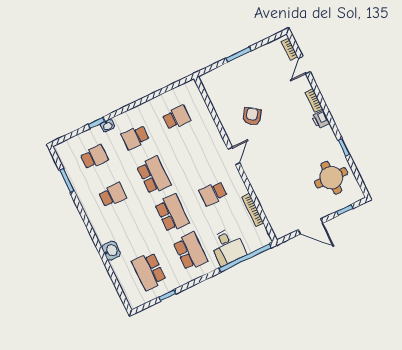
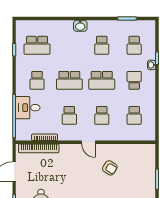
school desk: (195, 155) -> (102, 115), added
school desk: (213, 193) -> (69, 115), turned 180
bookcase: (269, 211) -> (39, 148), added
washbasin: (111, 251) -> (80, 26), moved
school desk: (190, 251) -> (37, 80), width x0.54
school desk: (149, 271) -> (37, 45), turned 180

